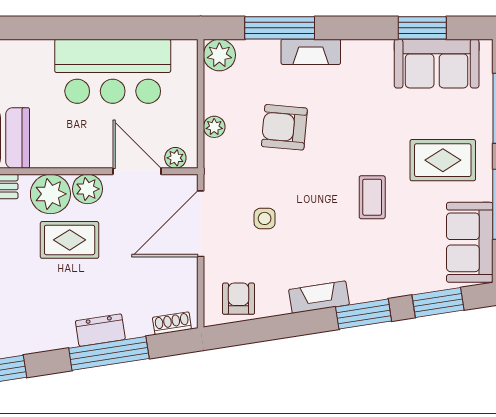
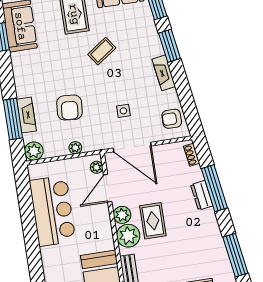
fireplace: (311, 52) -> (26, 115), moved
coffee table: (372, 197) -> (102, 51), turned -35

